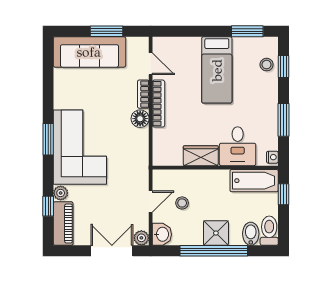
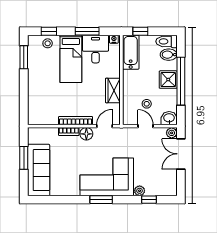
door: (151, 64) -> (104, 126), moved
bed: (217, 70) -> (71, 59), moved, turned 90
desk: (238, 146) -> (96, 49), moved, turned -90
piano: (63, 224) -> (161, 189), removed

